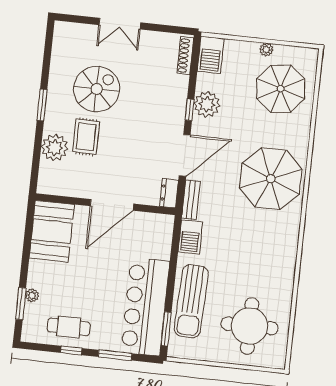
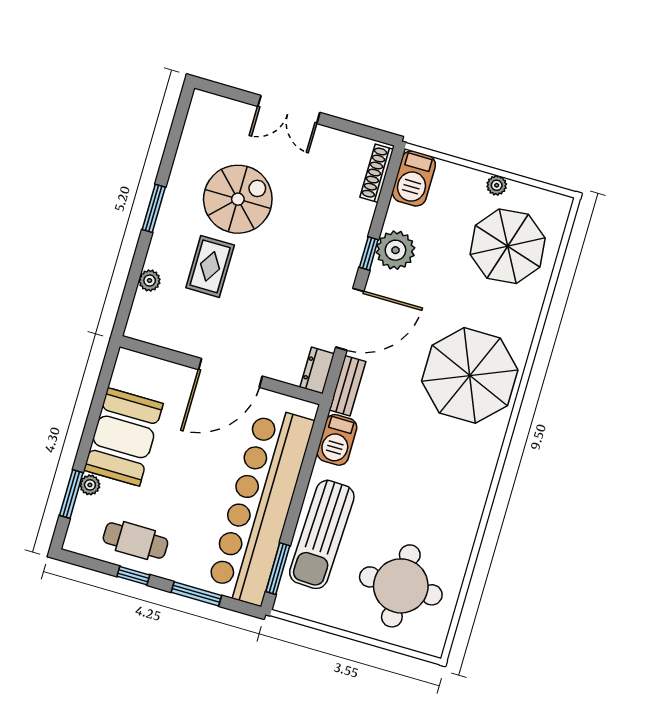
plant: (55, 148) -> (150, 281), width x0.53, depth x0.53
booth: (52, 231) -> (123, 437), moved
bar counter: (145, 307) -> (260, 506), width x1.36

